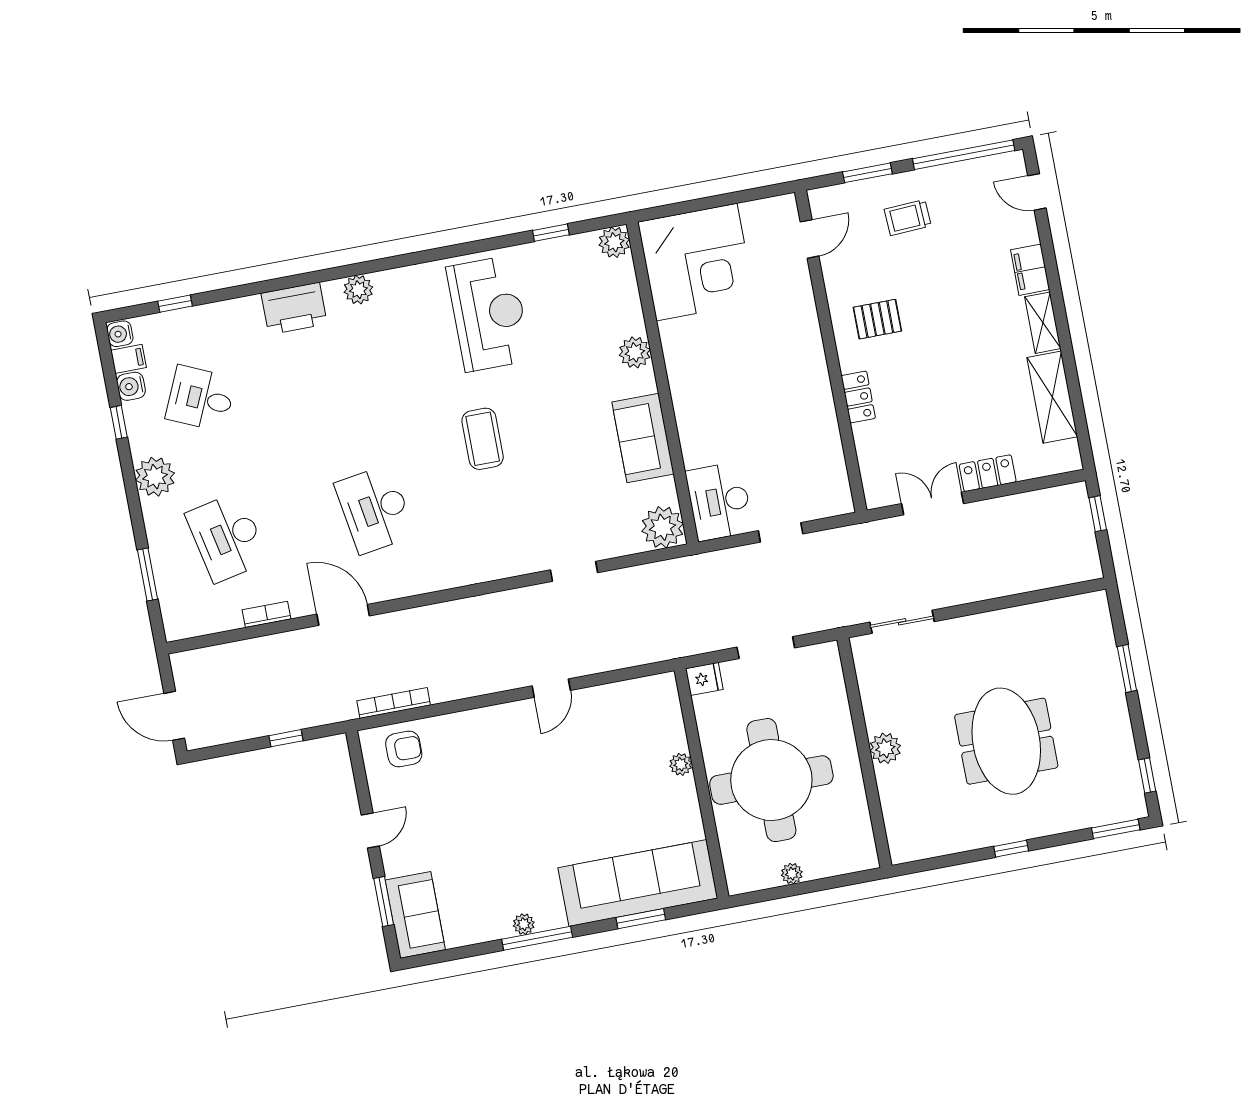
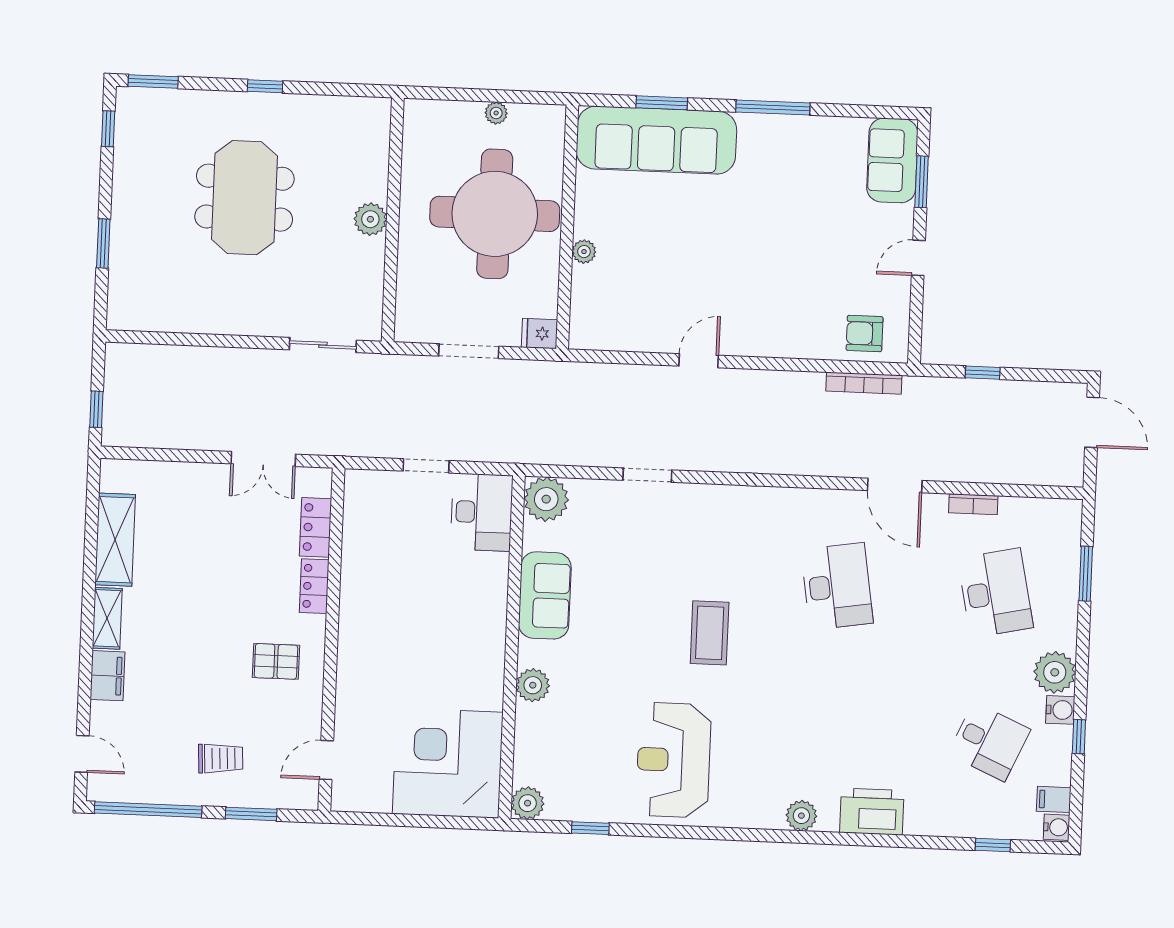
water cooler: (131, 386) -> (1060, 710), moved
locker: (988, 473) -> (315, 527), moved, turned 90
plant: (524, 924) -> (783, 125), removed

